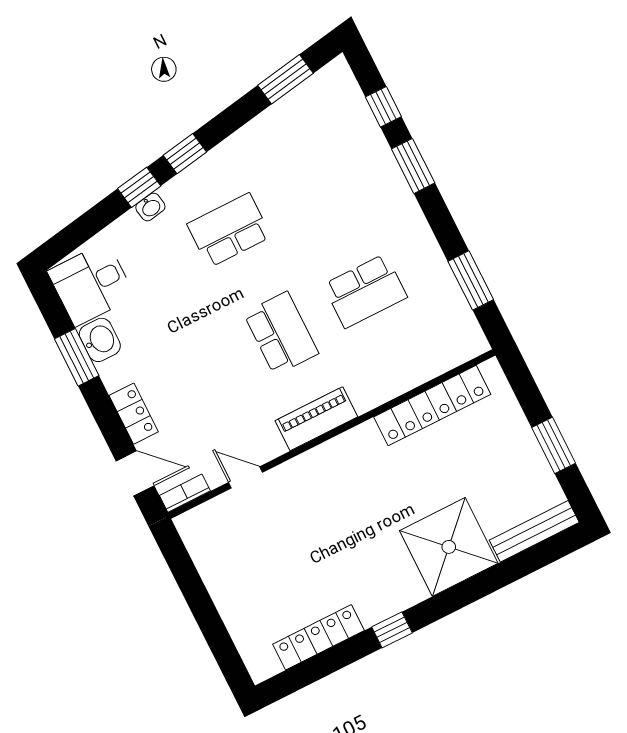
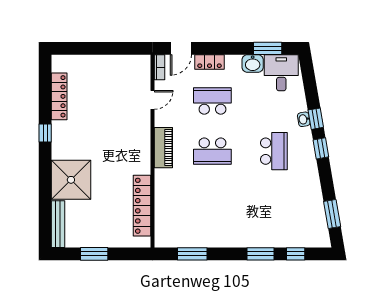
school desk: (365, 291) -> (212, 101), moved, turned 90
window: (77, 357) -> (268, 48), moved

